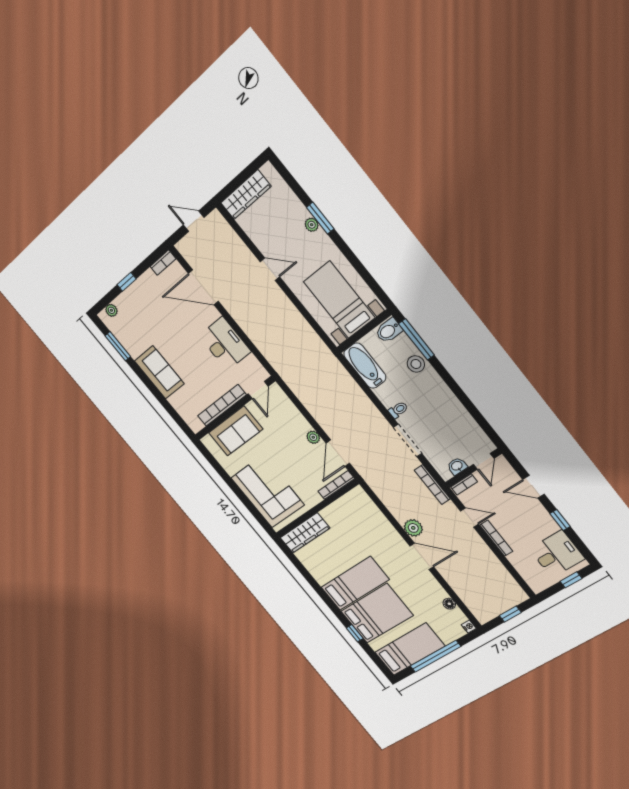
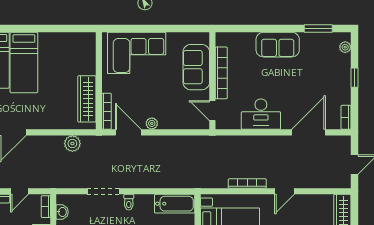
bookcase: (432, 485) -> (247, 184), moved
plant: (413, 528) -> (72, 144), moved
wardrobe: (305, 533) -> (87, 99), moved

